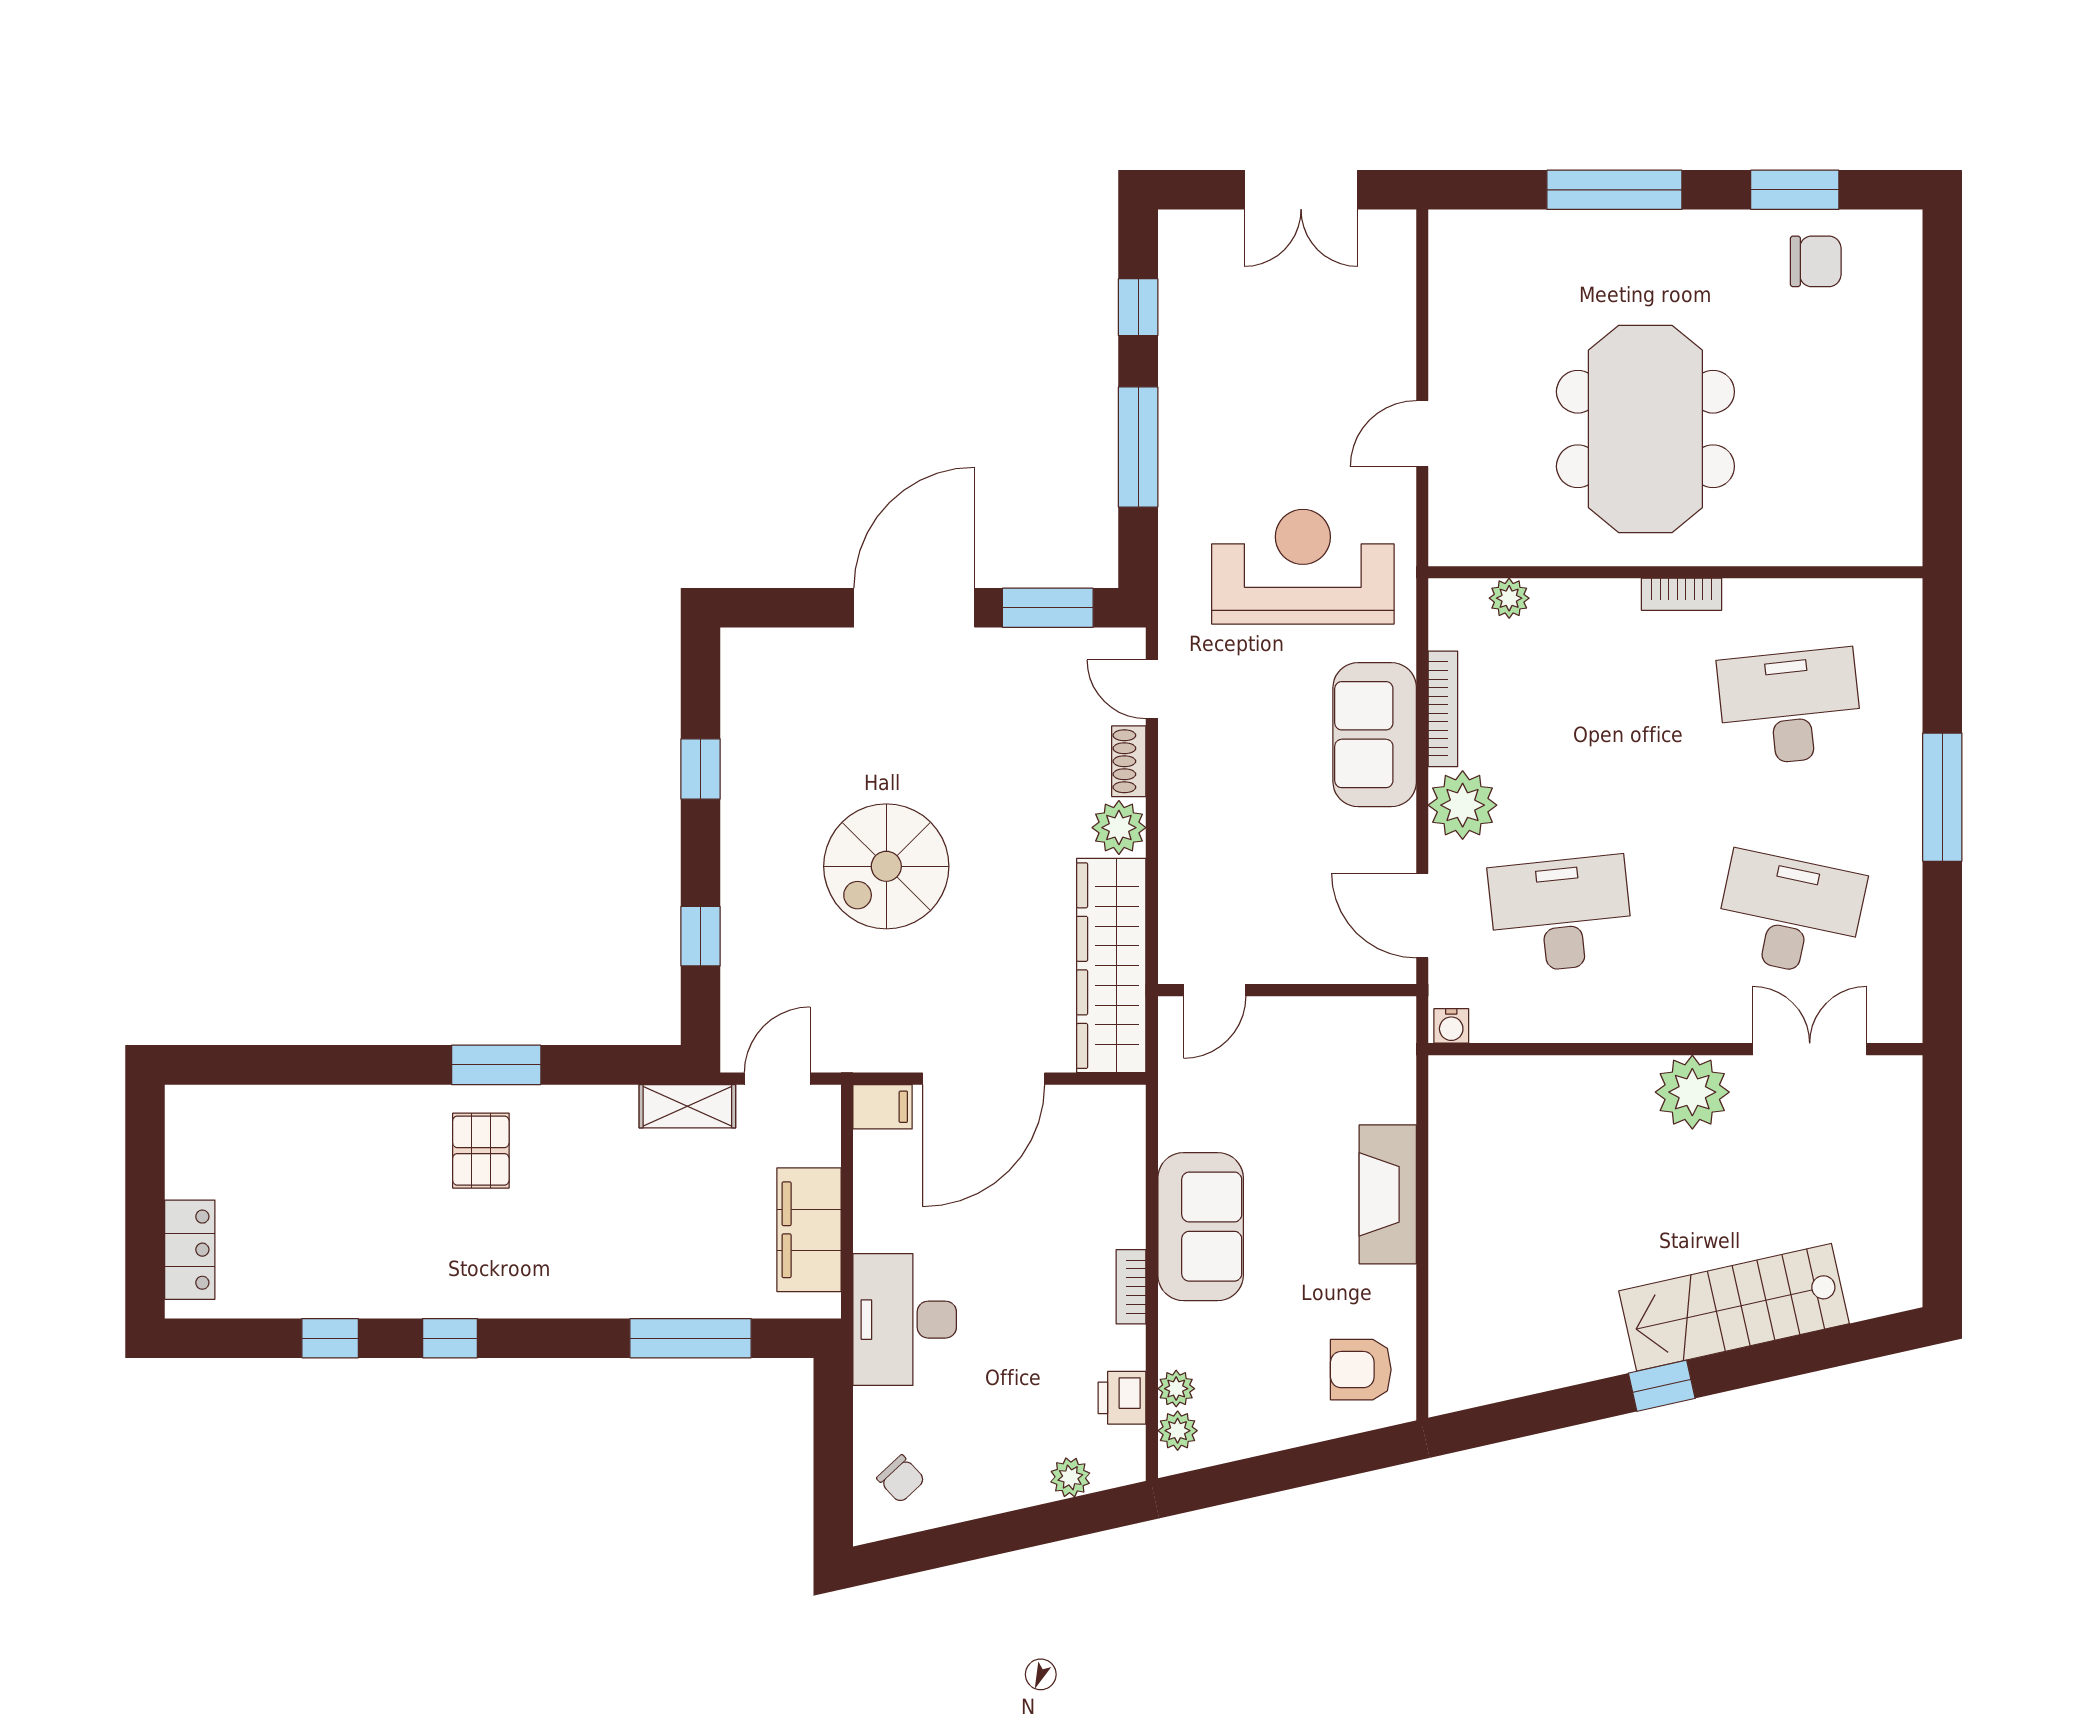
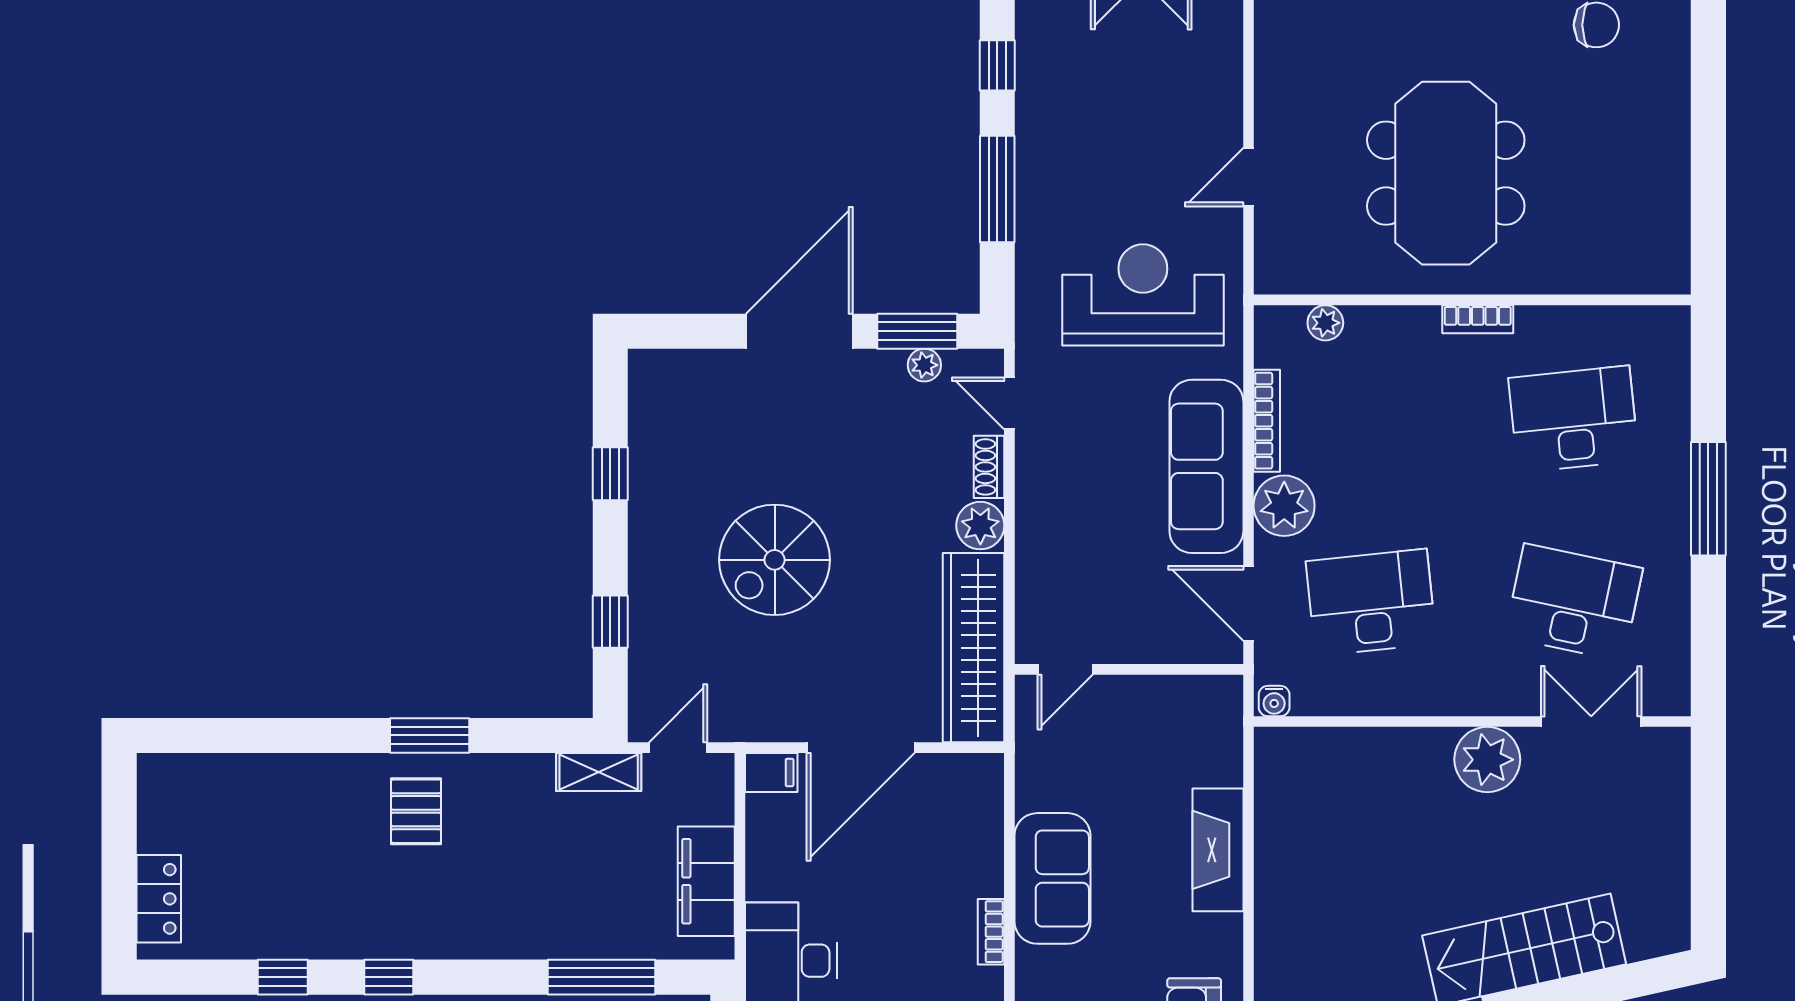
plant: (1056, 646) -> (924, 365), added
sofa: (1375, 735) -> (1206, 466), width x1.36

